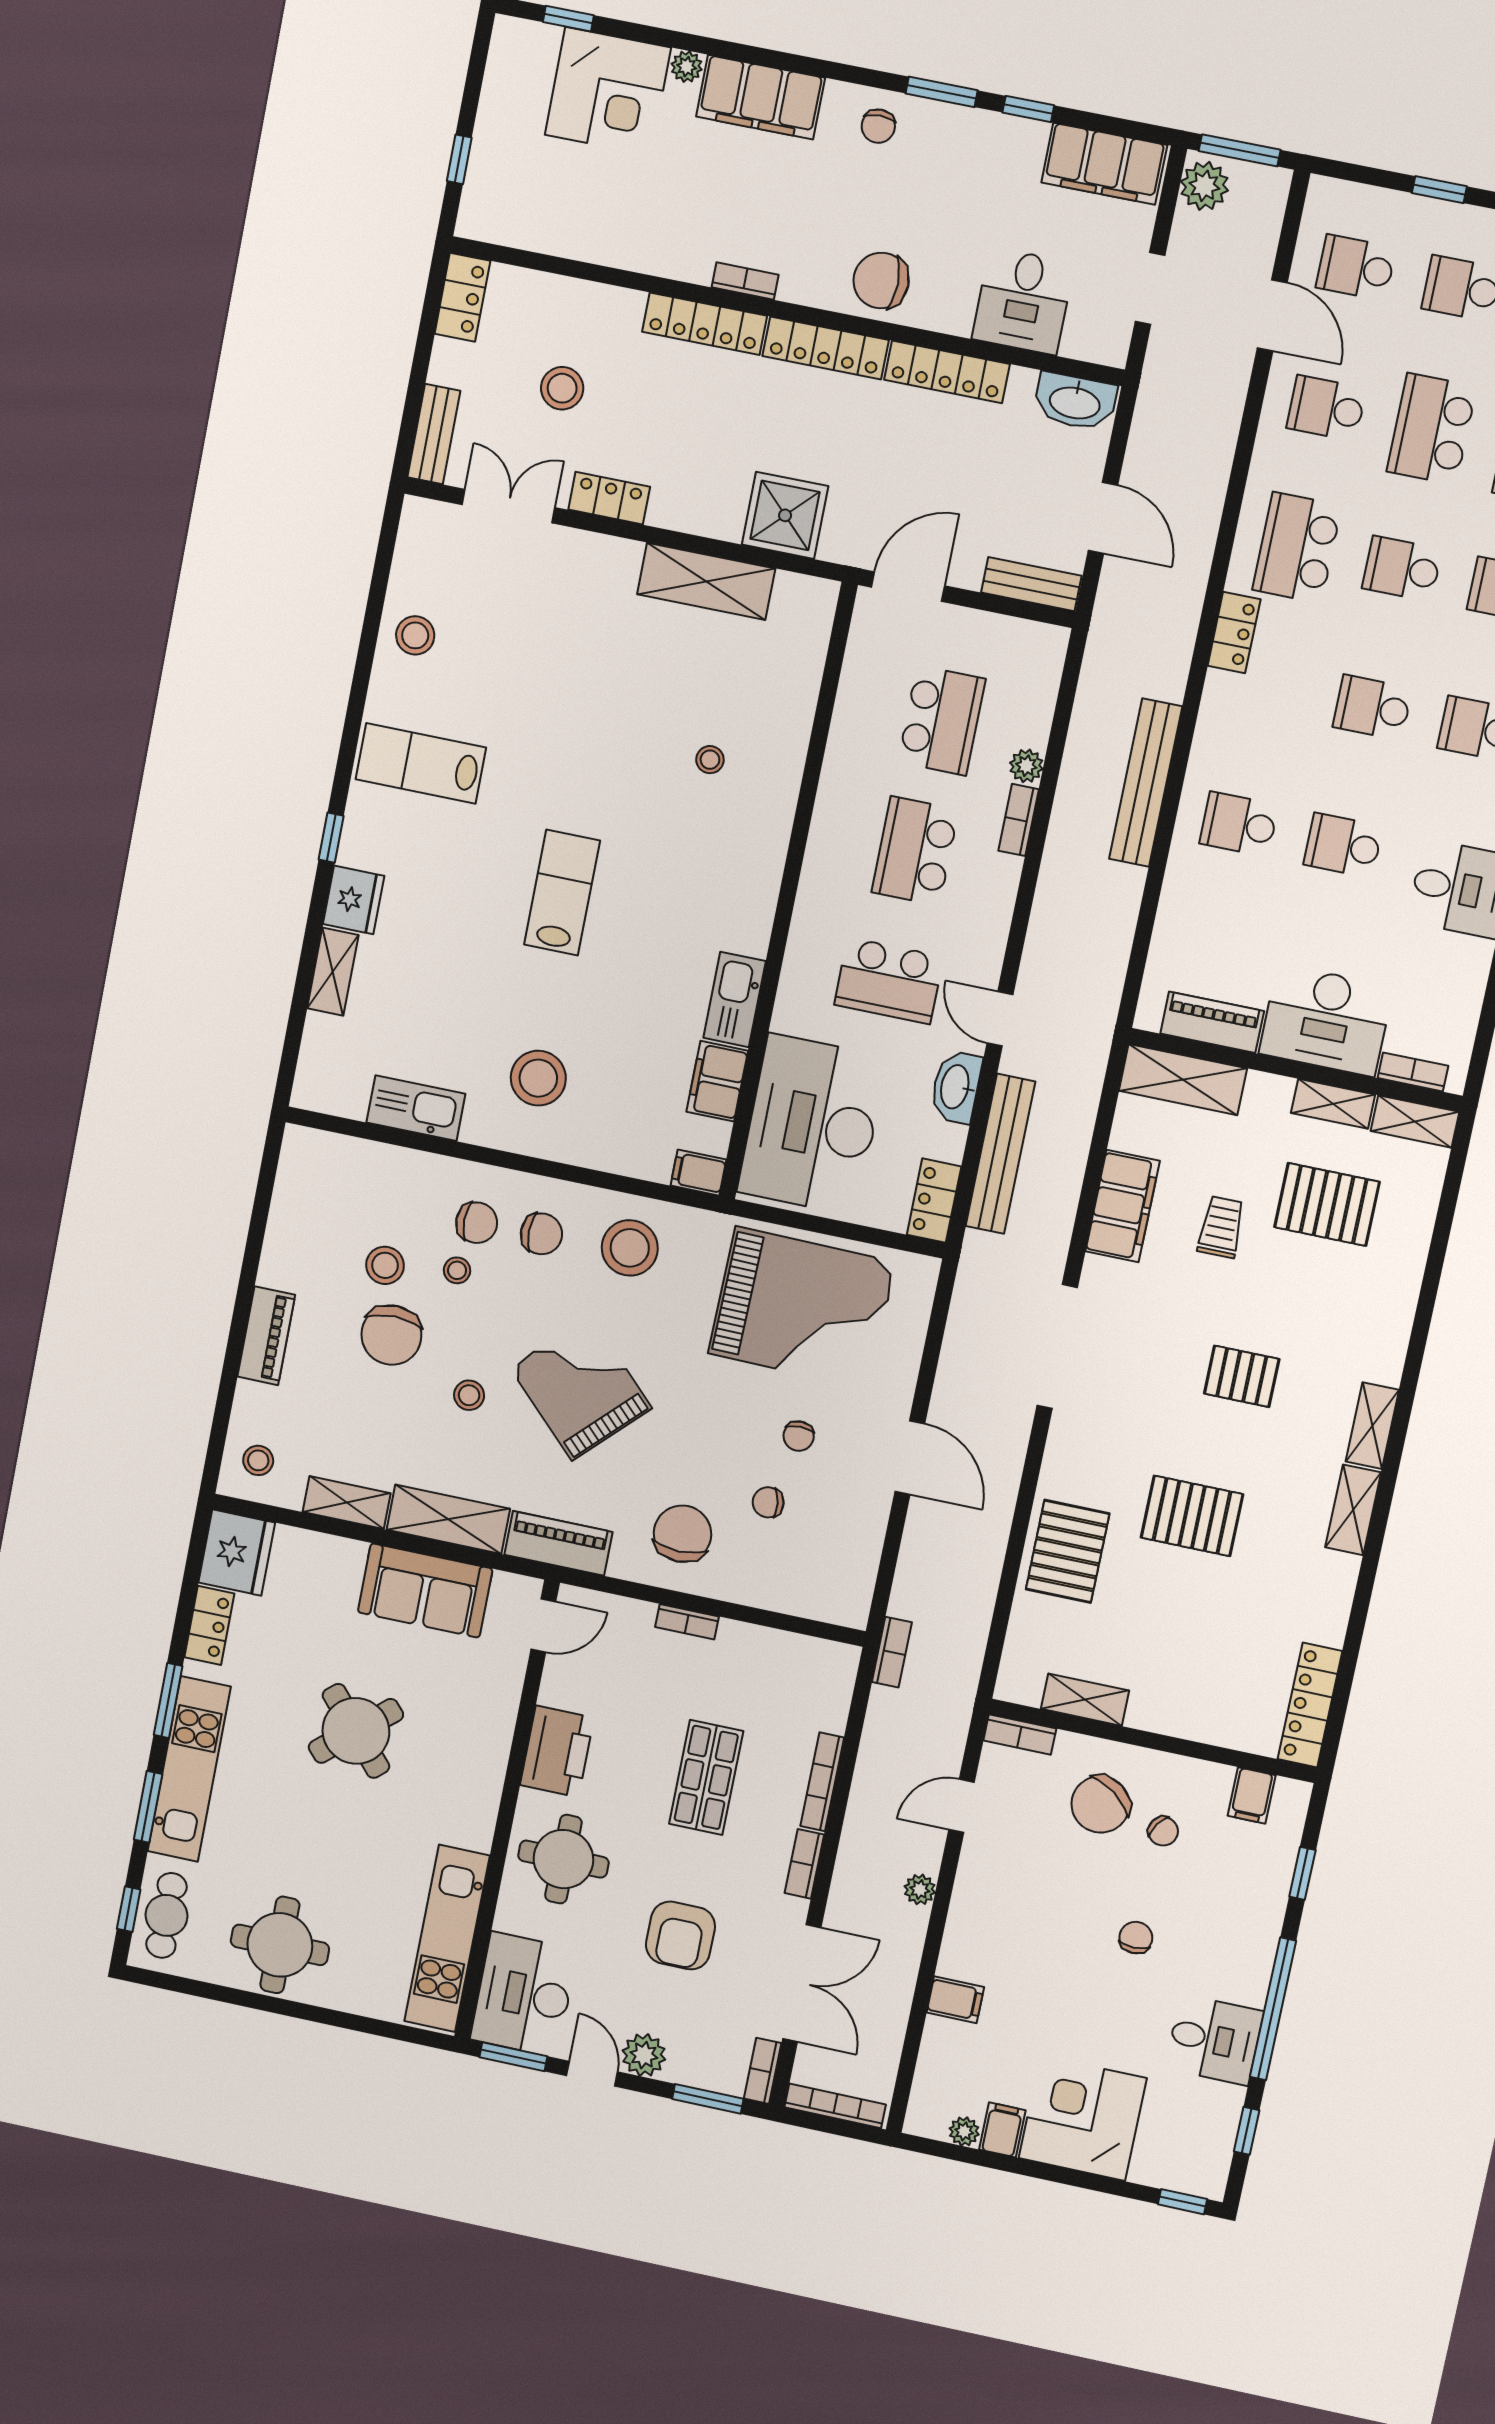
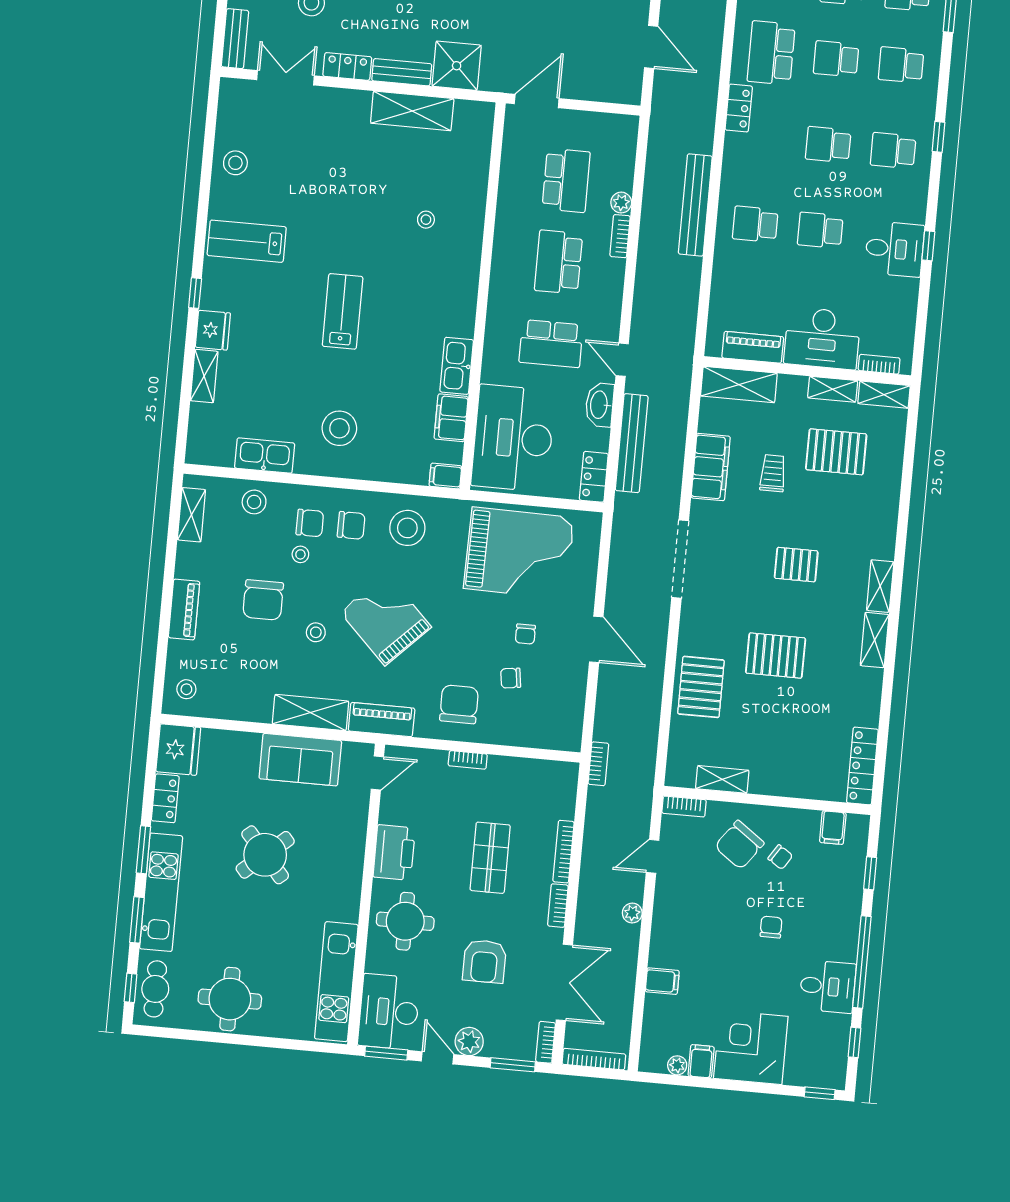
bench: (1031, 584) -> (402, 72), moved
stool: (385, 1265) -> (254, 502), moved
shelving: (347, 1503) -> (191, 515), moved, turned 90

